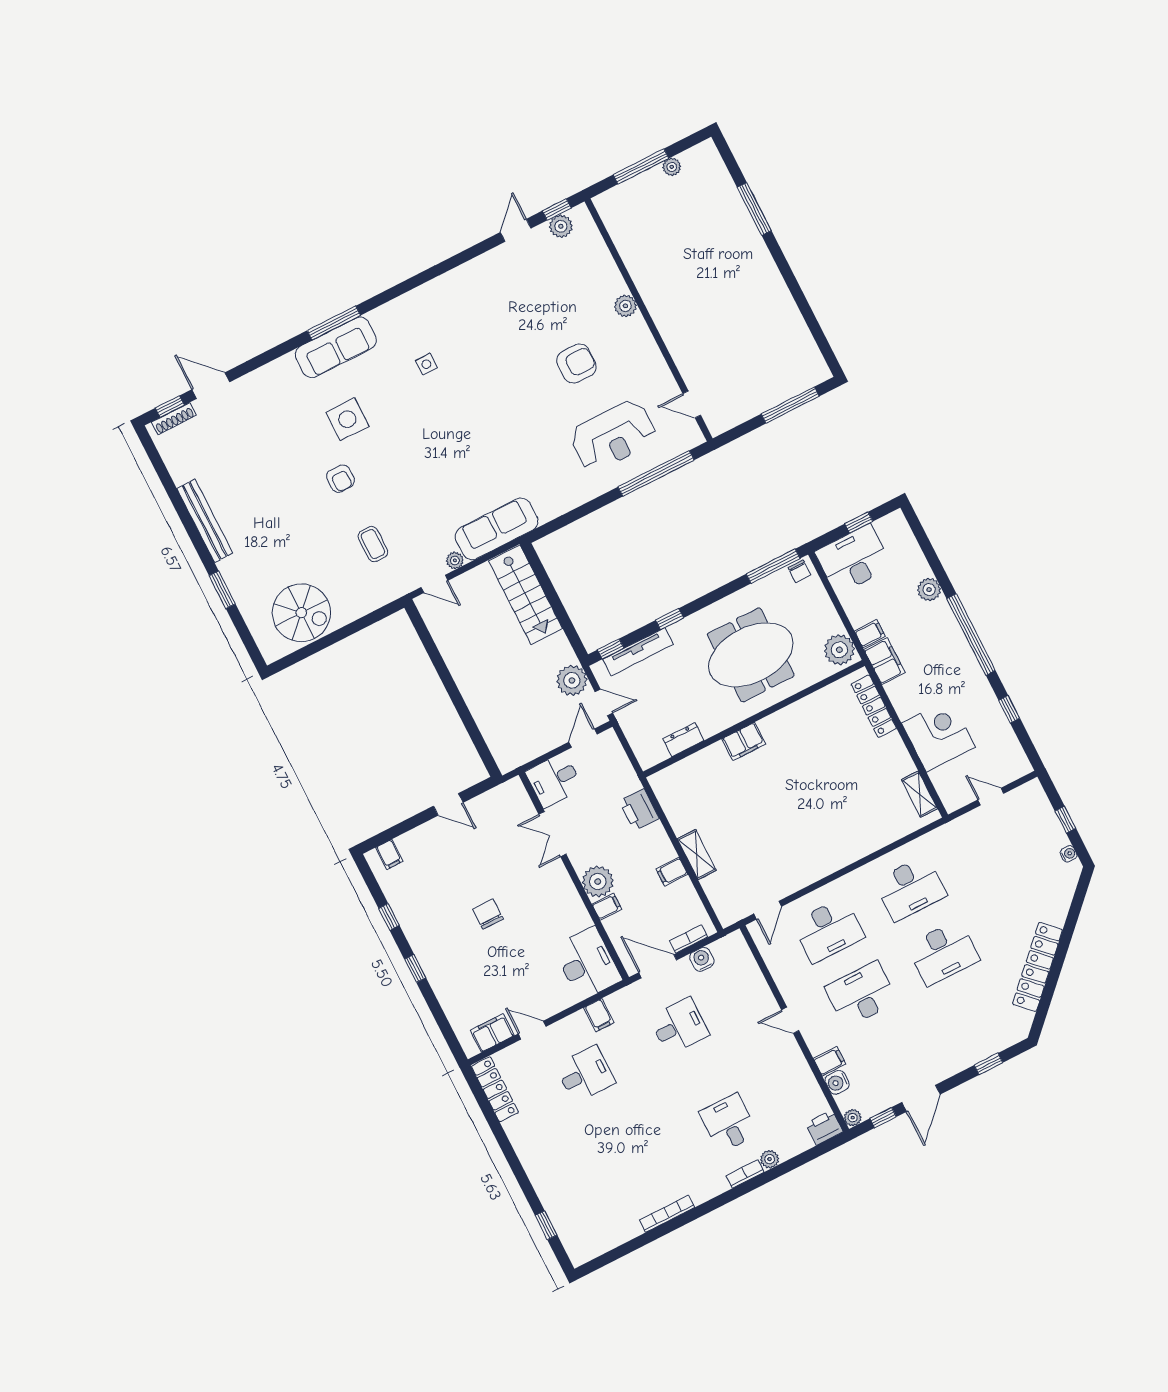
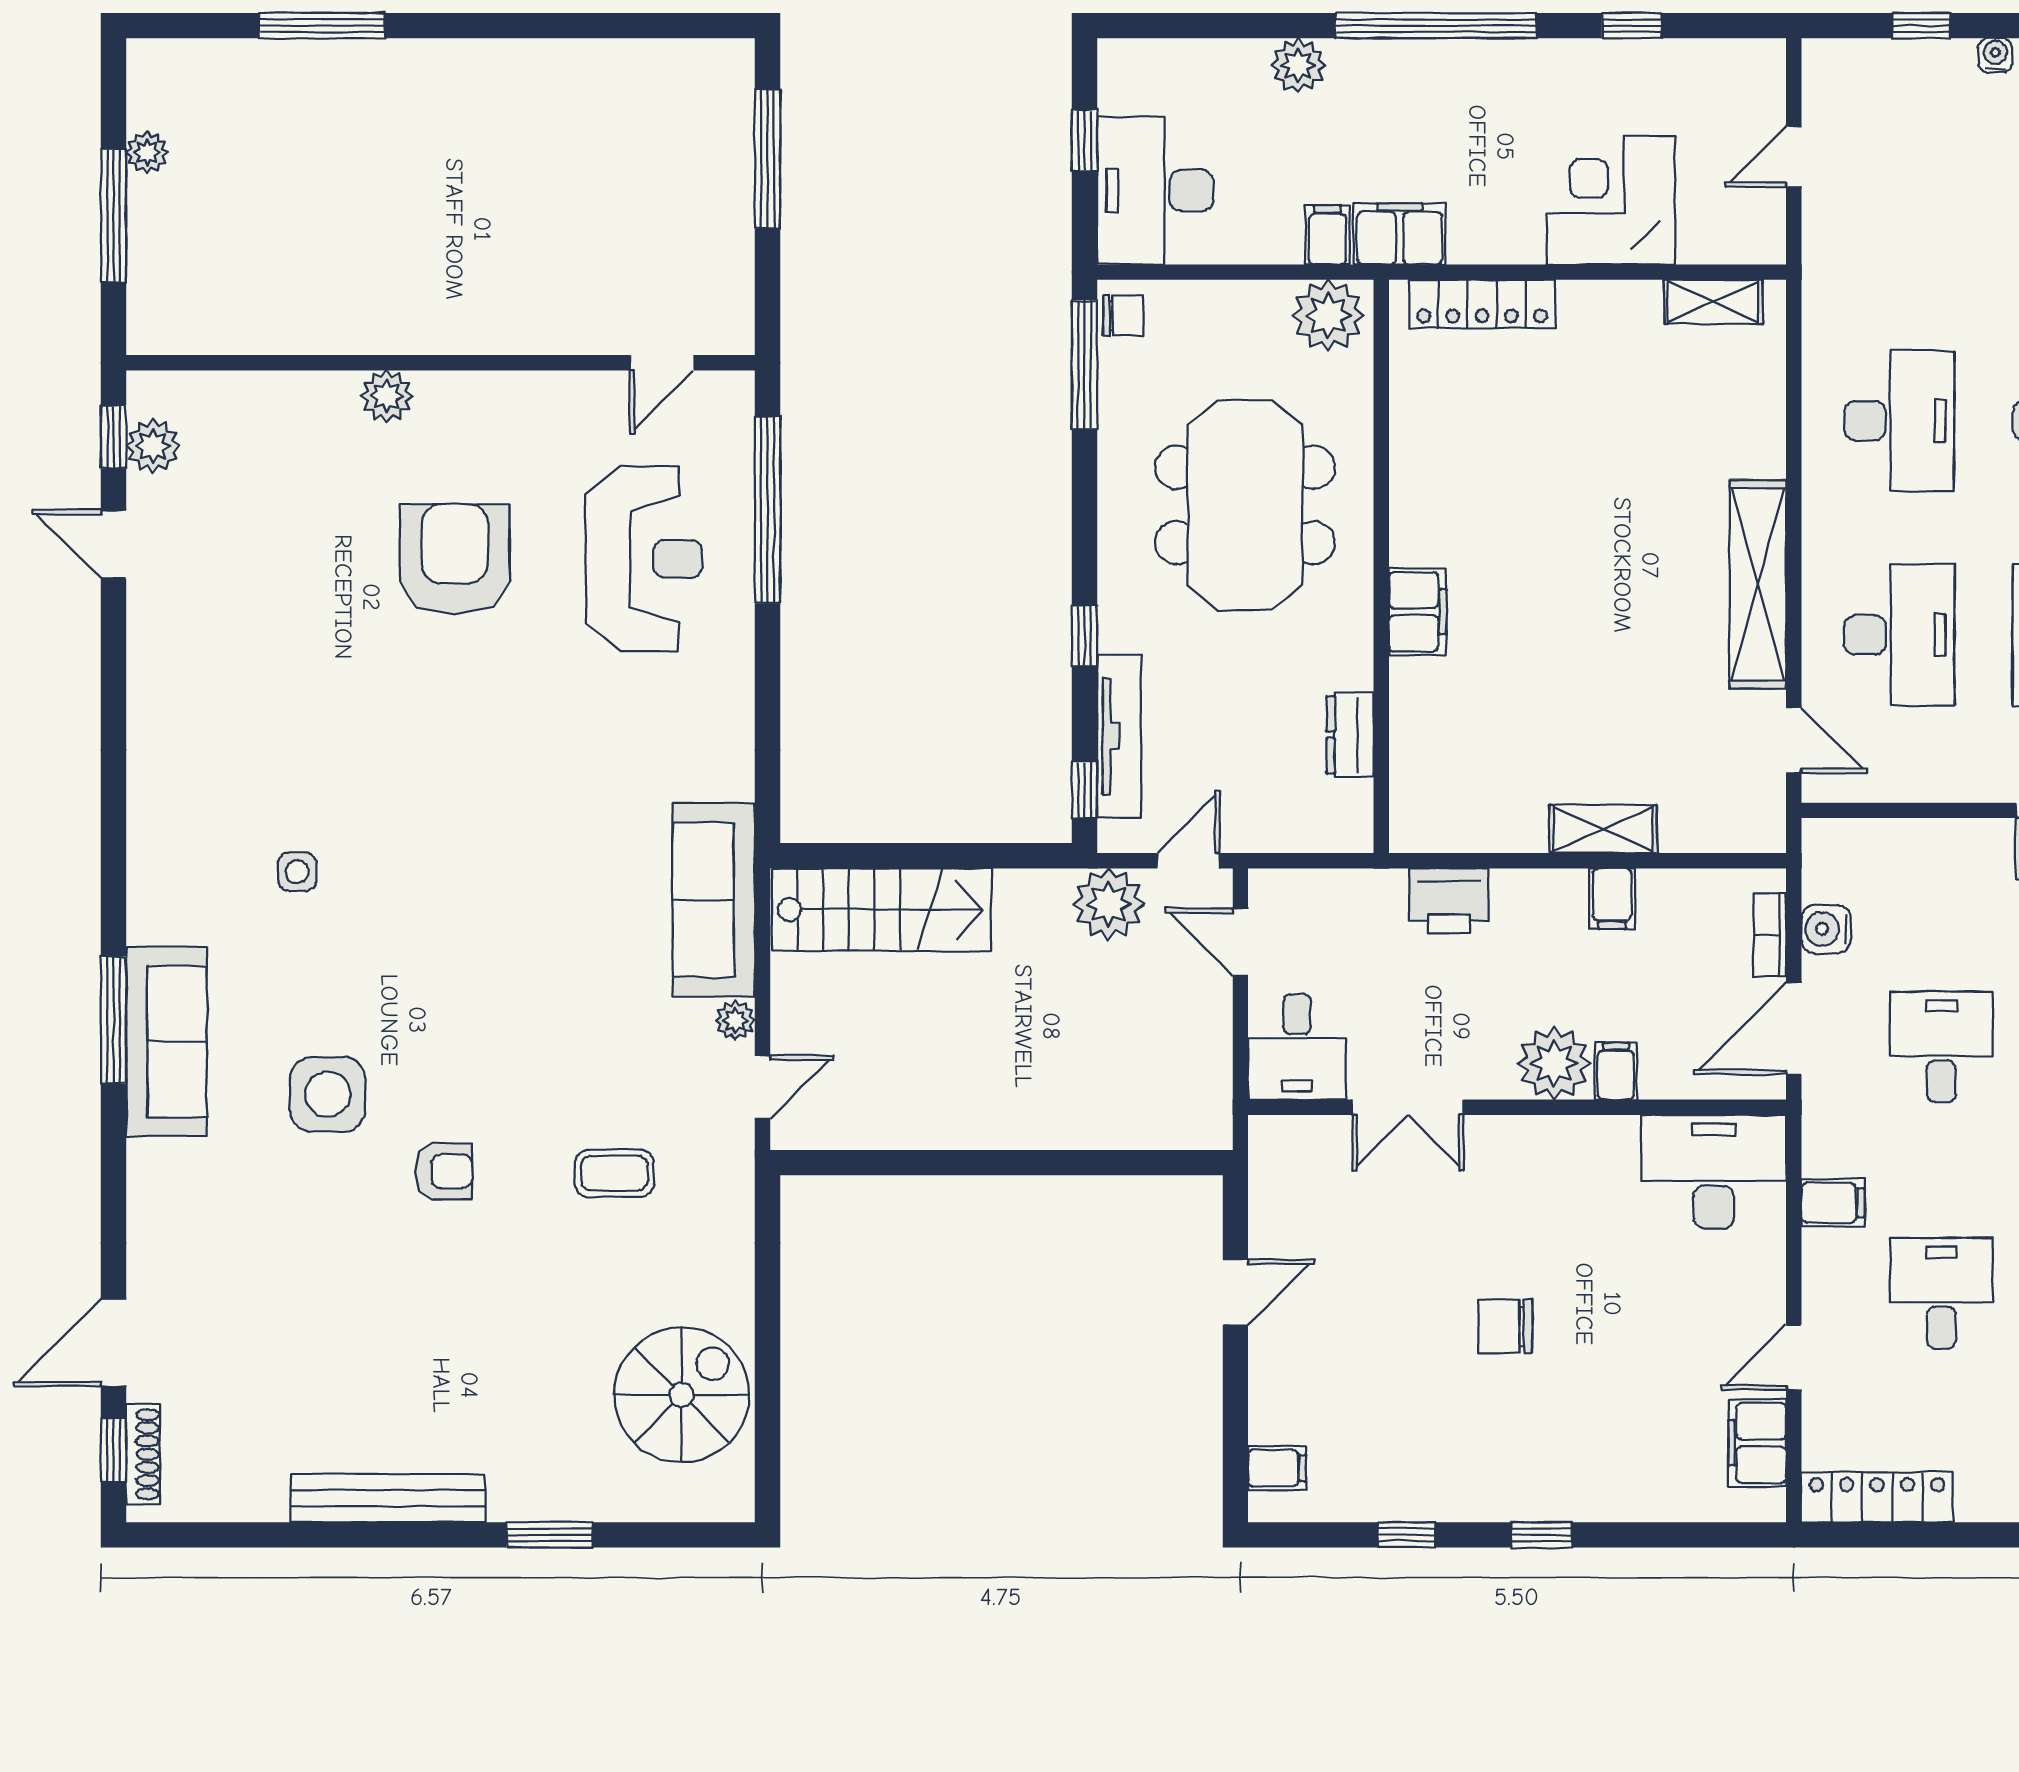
armchair: (576, 364) -> (455, 559), width x1.36, depth x1.36
shelving: (820, 866) -> (1758, 584), added

